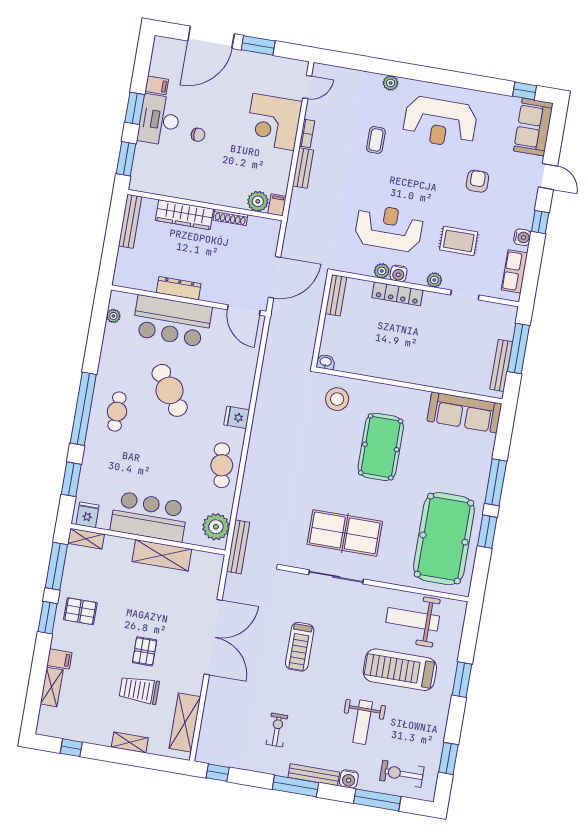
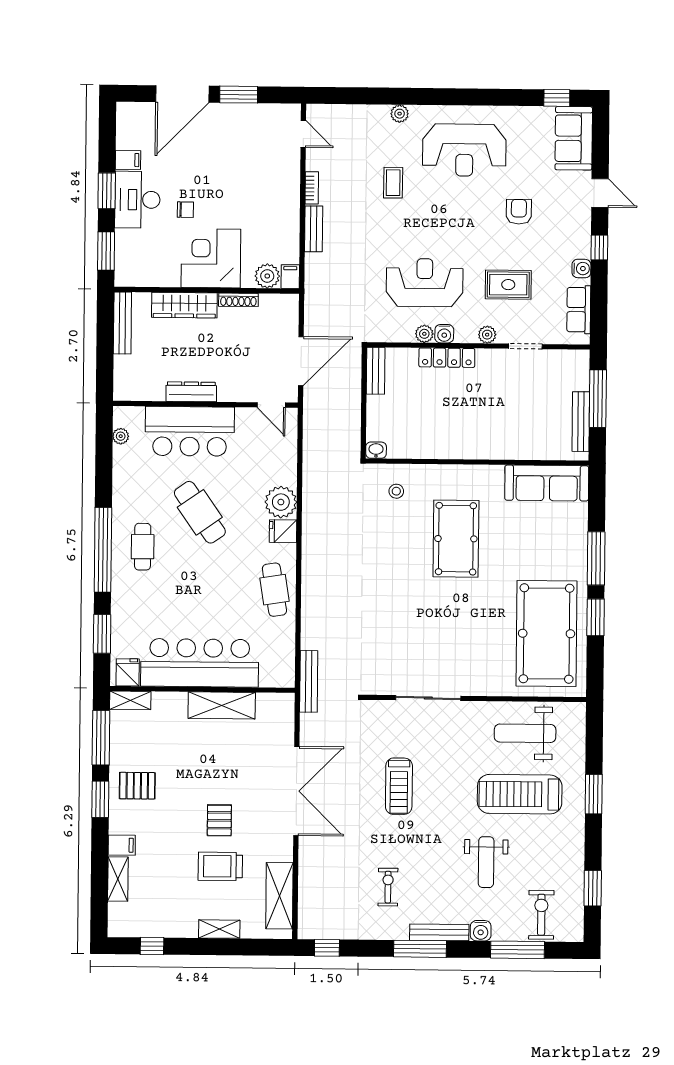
door: (307, 87) -> (303, 134), hinge flipped
corner desk: (274, 122) -> (211, 258), moved, turned 90
door: (244, 310) -> (271, 405), width x0.73
stool: (337, 399) -> (396, 491), width x0.53, depth x0.53
bar counter: (149, 517) -> (200, 663), width x1.36
plant: (216, 527) -> (281, 502), moved
table tennis table: (345, 533) -> (430, 645), removed
exercise bike: (402, 774) -> (541, 915), turned 90

